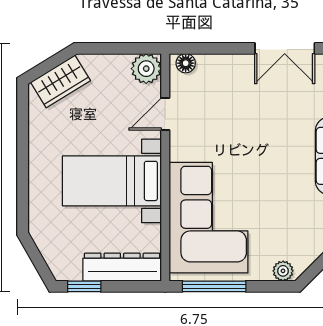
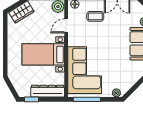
coffee table: (234, 92) -> (95, 16), added

